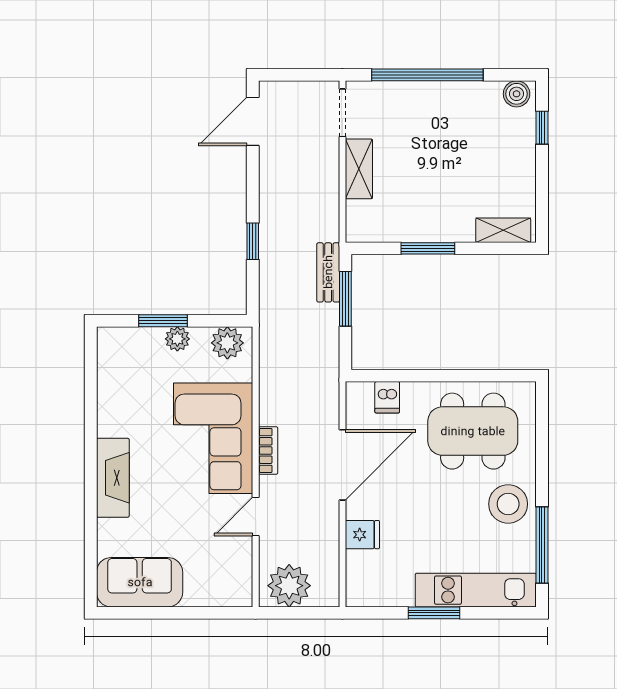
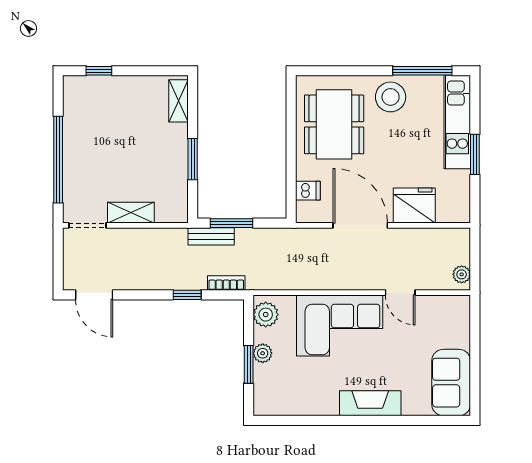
boiler: (517, 94) -> (73, 90), removed
bookcase: (268, 451) -> (226, 283), moved
fridge: (362, 535) -> (414, 205), width x1.88, depth x1.34
plant: (289, 586) -> (462, 274), width x0.53, depth x0.53

